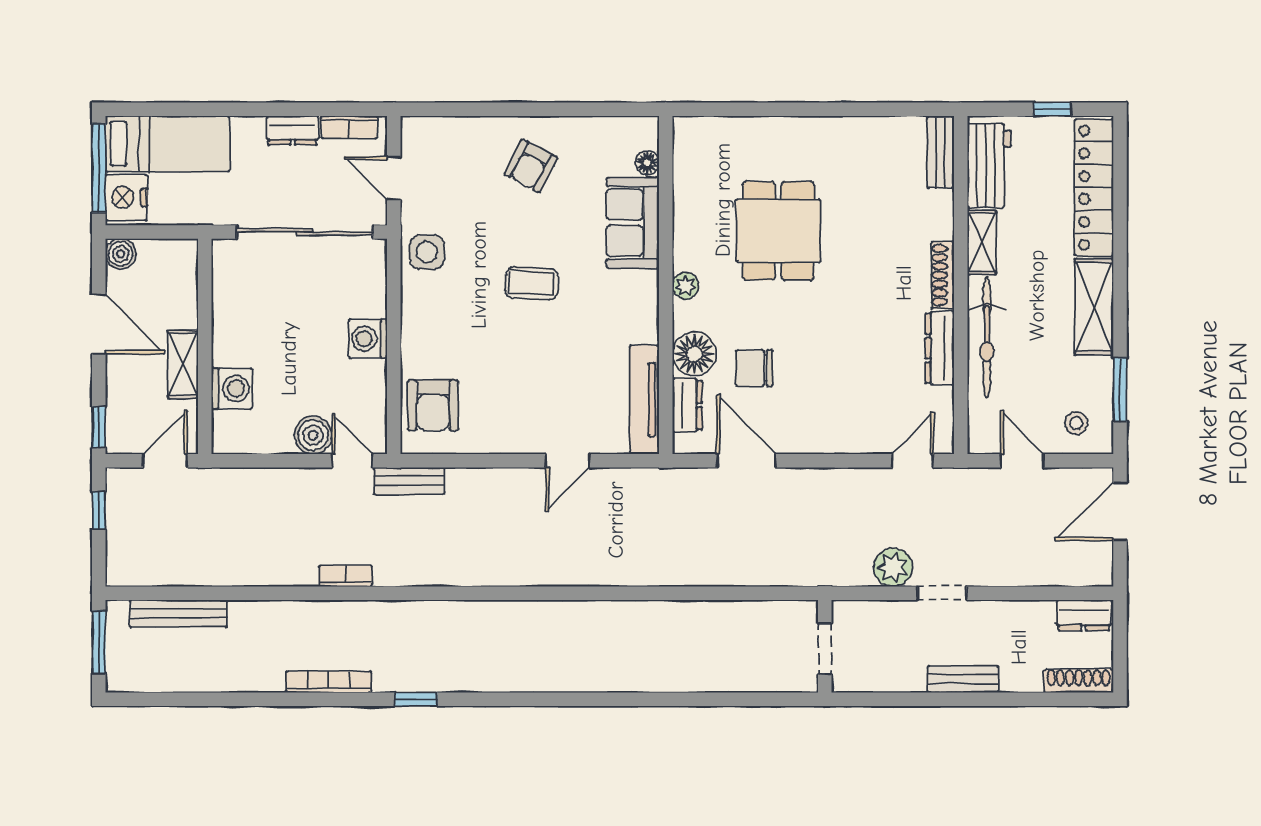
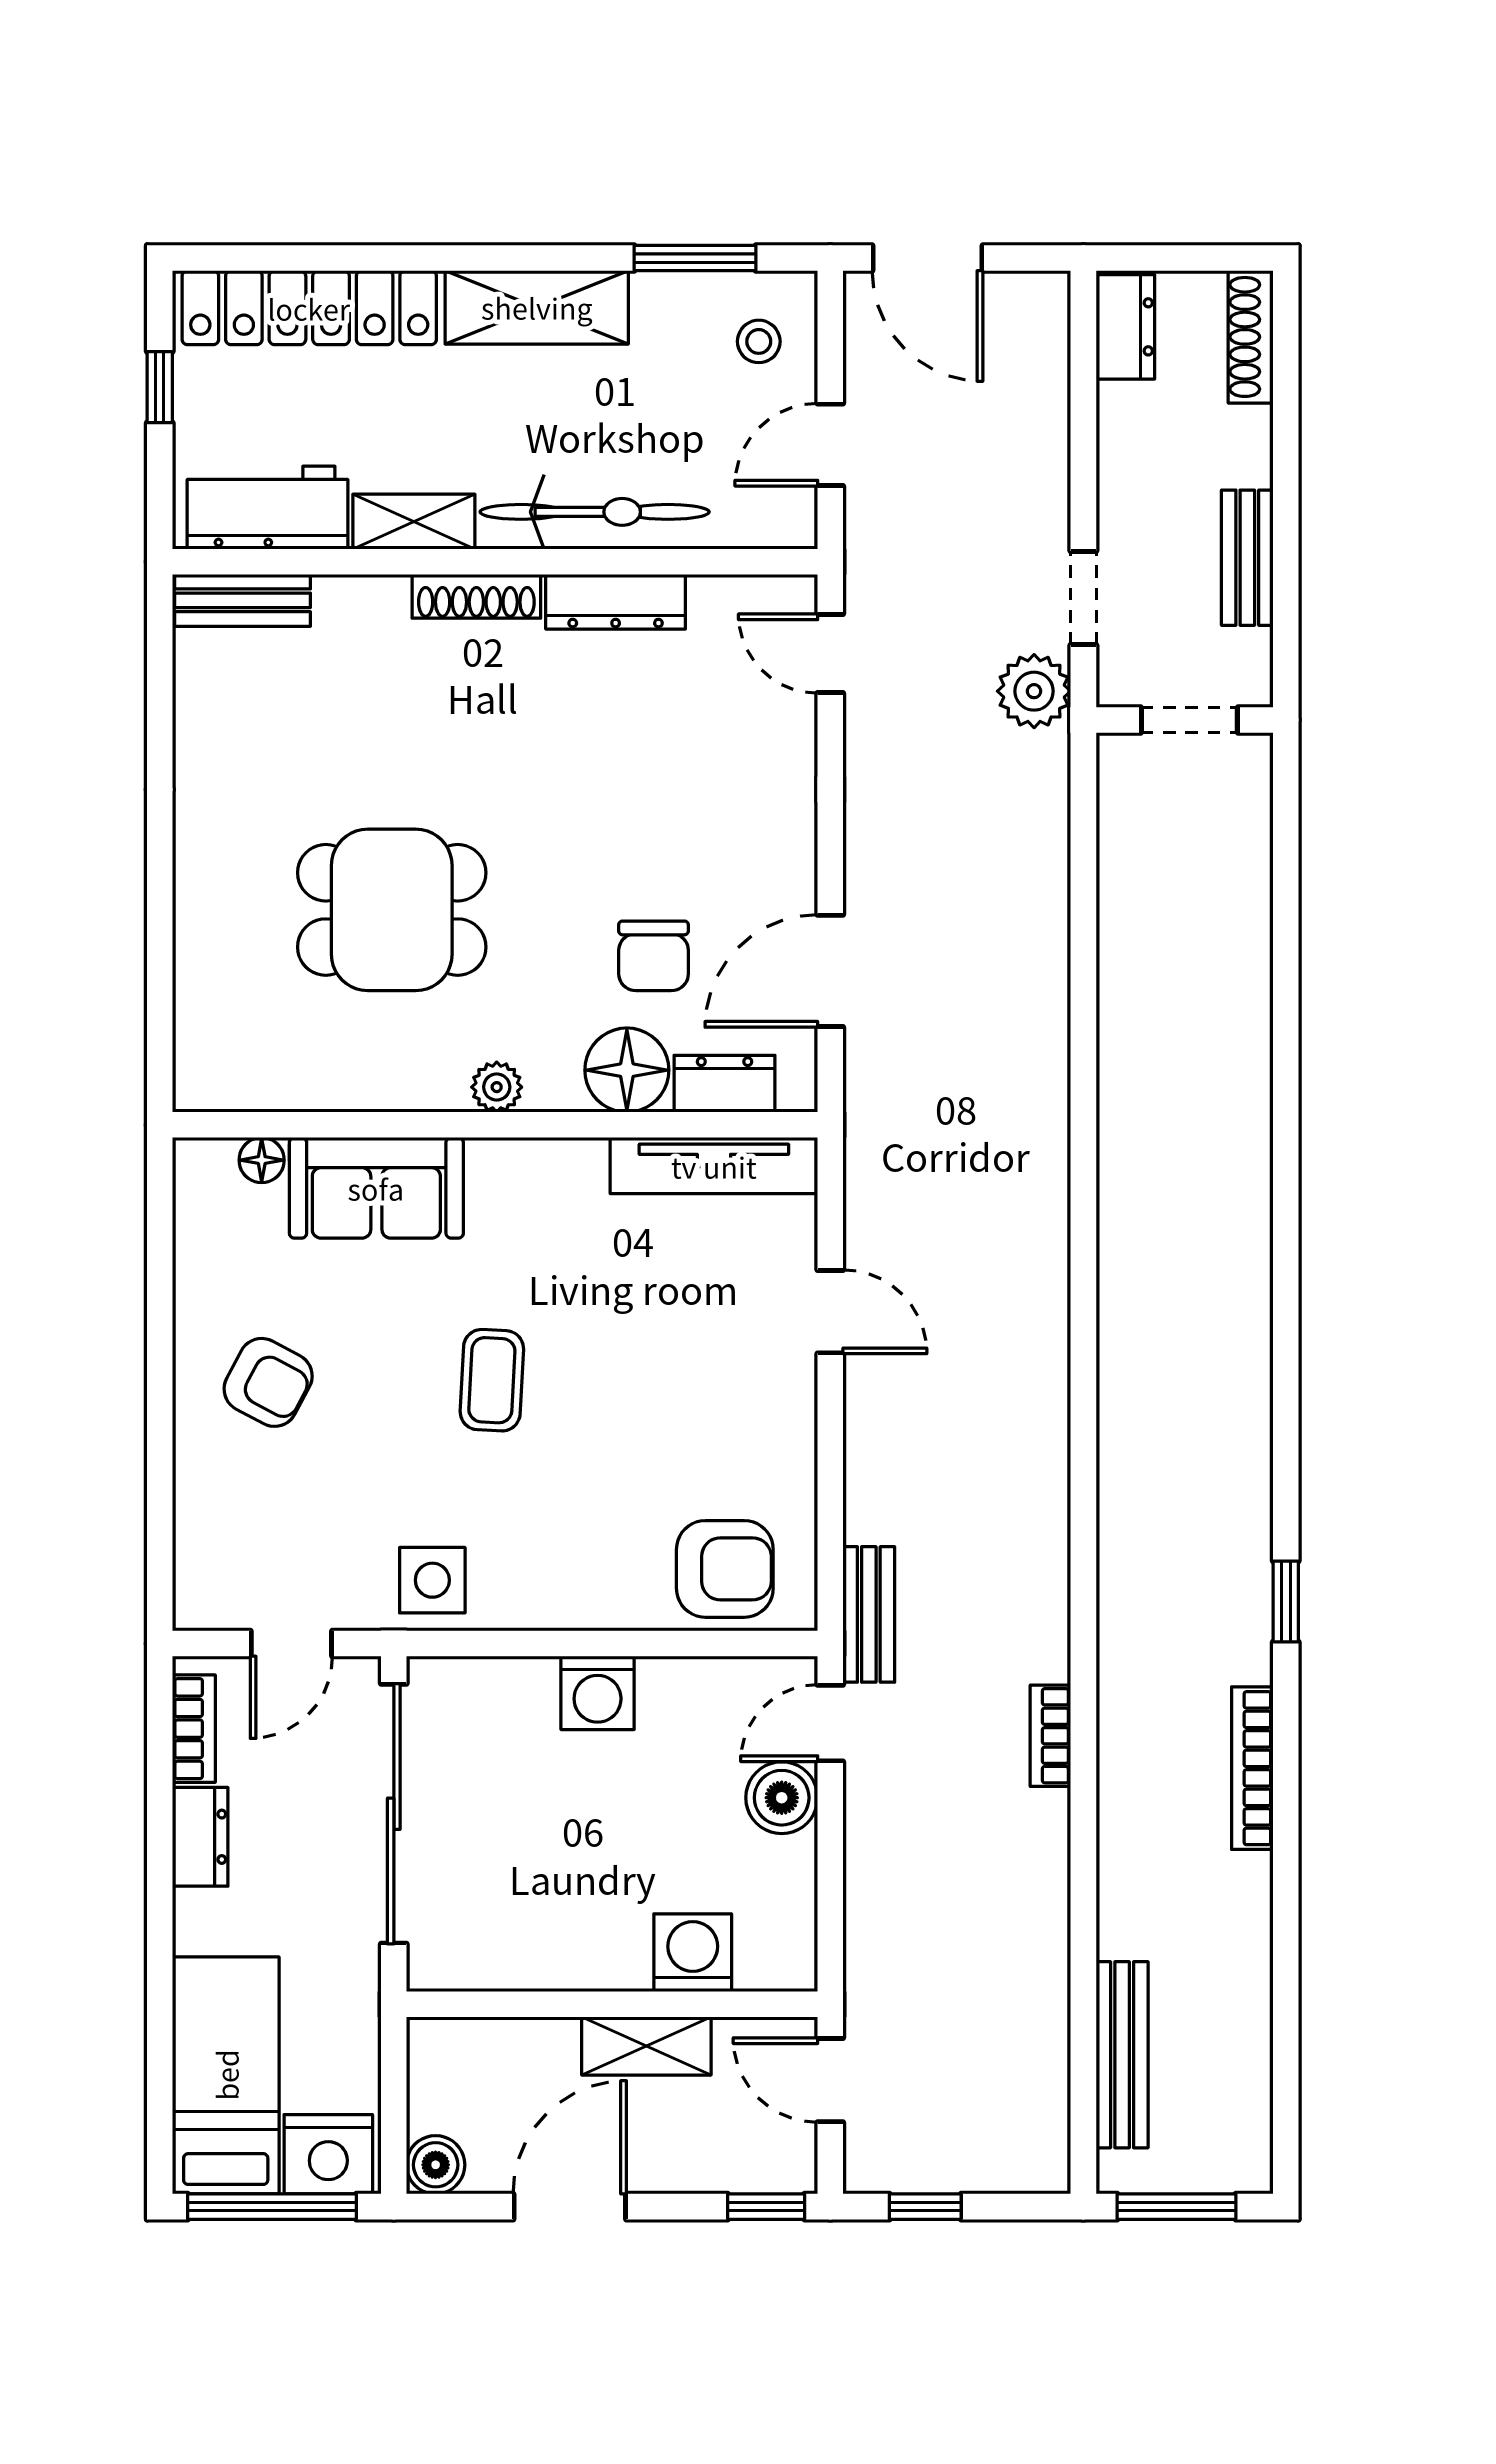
wall: (825, 646) -> (1185, 720), moved
doorway: (825, 649) -> (1189, 720), moved

